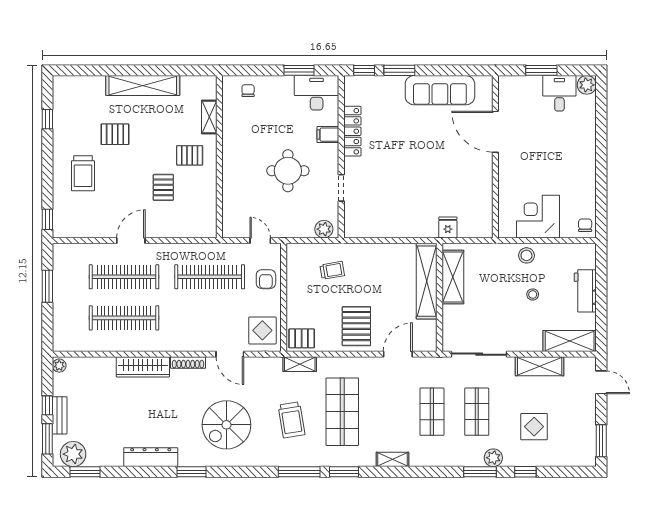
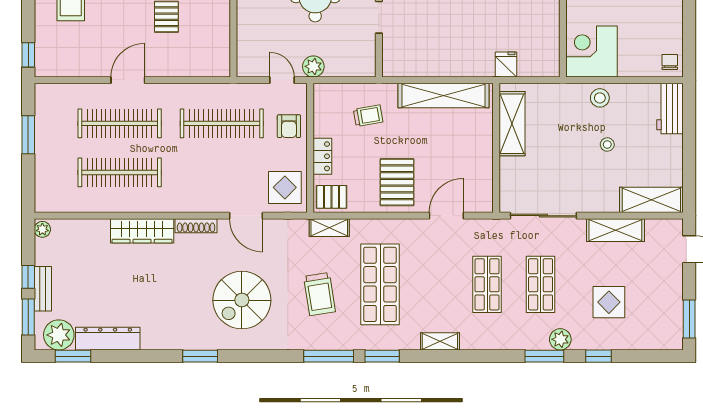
corner desk: (538, 217) -> (591, 52), moved
plant: (324, 229) -> (313, 66), moved
shelving: (427, 281) -> (444, 96), moved, turned 90
workbench: (585, 291) -> (670, 109), moved
locker: (294, 304) -> (322, 156), added
dresser: (151, 457) -> (108, 339), moved

